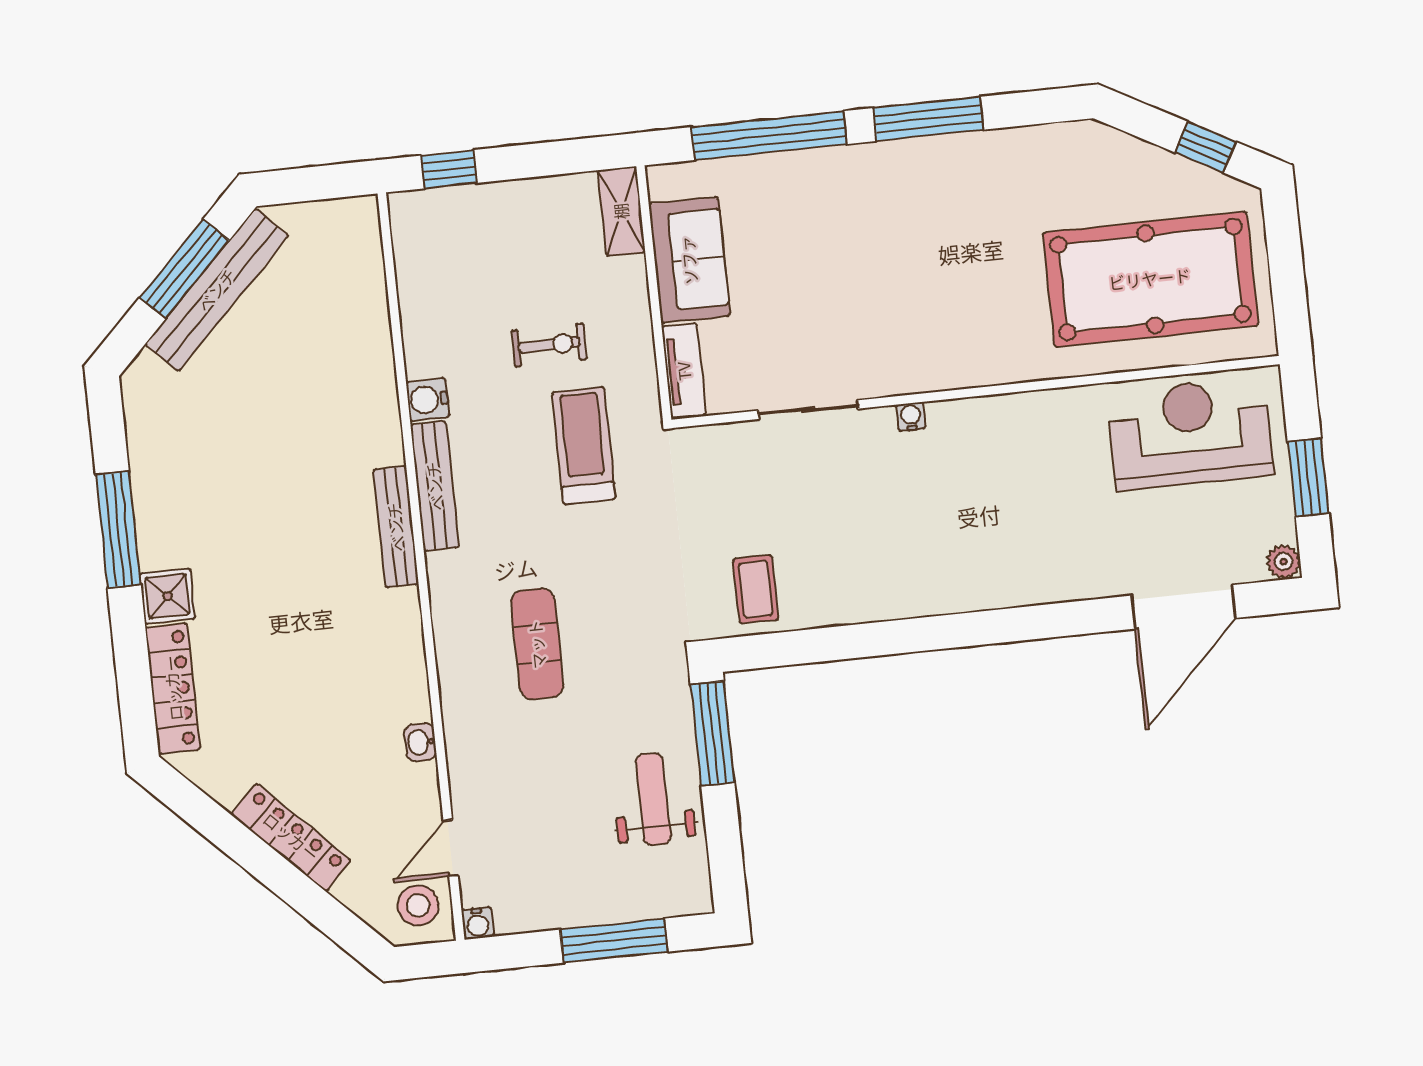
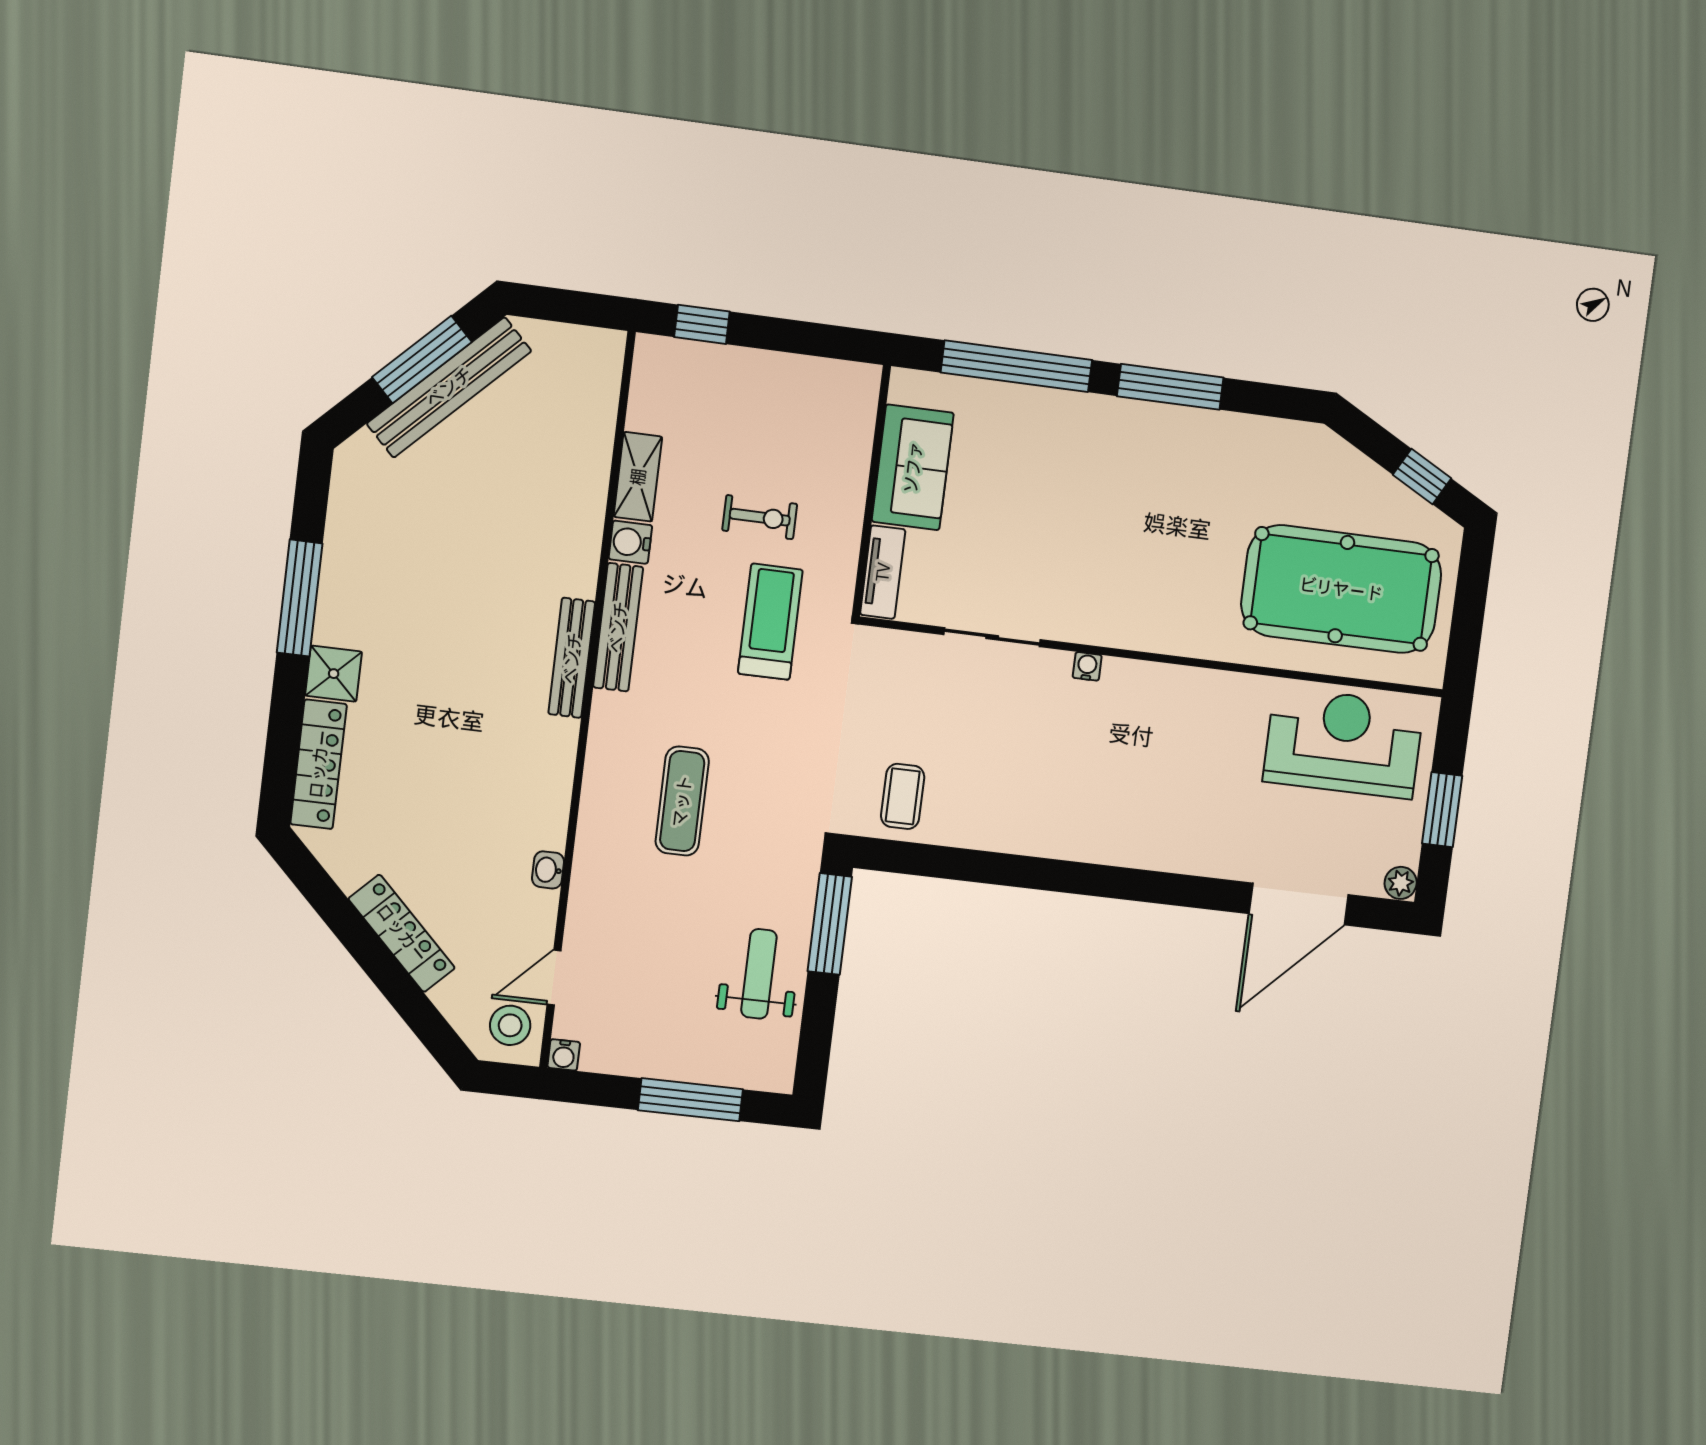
shelving: (621, 211) -> (638, 477), moved

